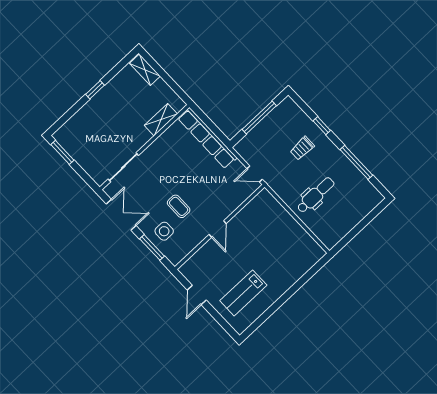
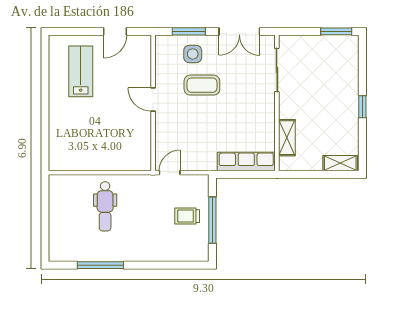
window: (322, 126) -> (157, 265), removed
row of seats: (207, 138) -> (246, 162), width x0.73
trolley: (302, 148) -> (187, 216), moved, turned -90
coffee table: (179, 206) -> (202, 85), width x1.36, depth x1.30
door: (197, 295) -> (115, 31), swing flipped

